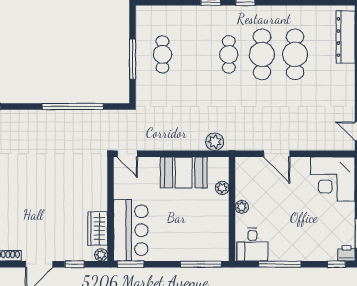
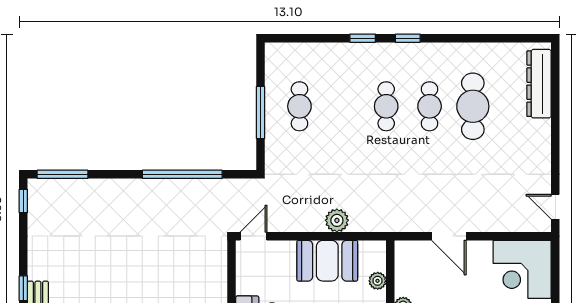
cafe table: (262, 54) -> (430, 106), width x0.73, depth x0.74
plant: (215, 142) -> (337, 220), moved
door: (127, 154) -> (254, 236), swing flipped

